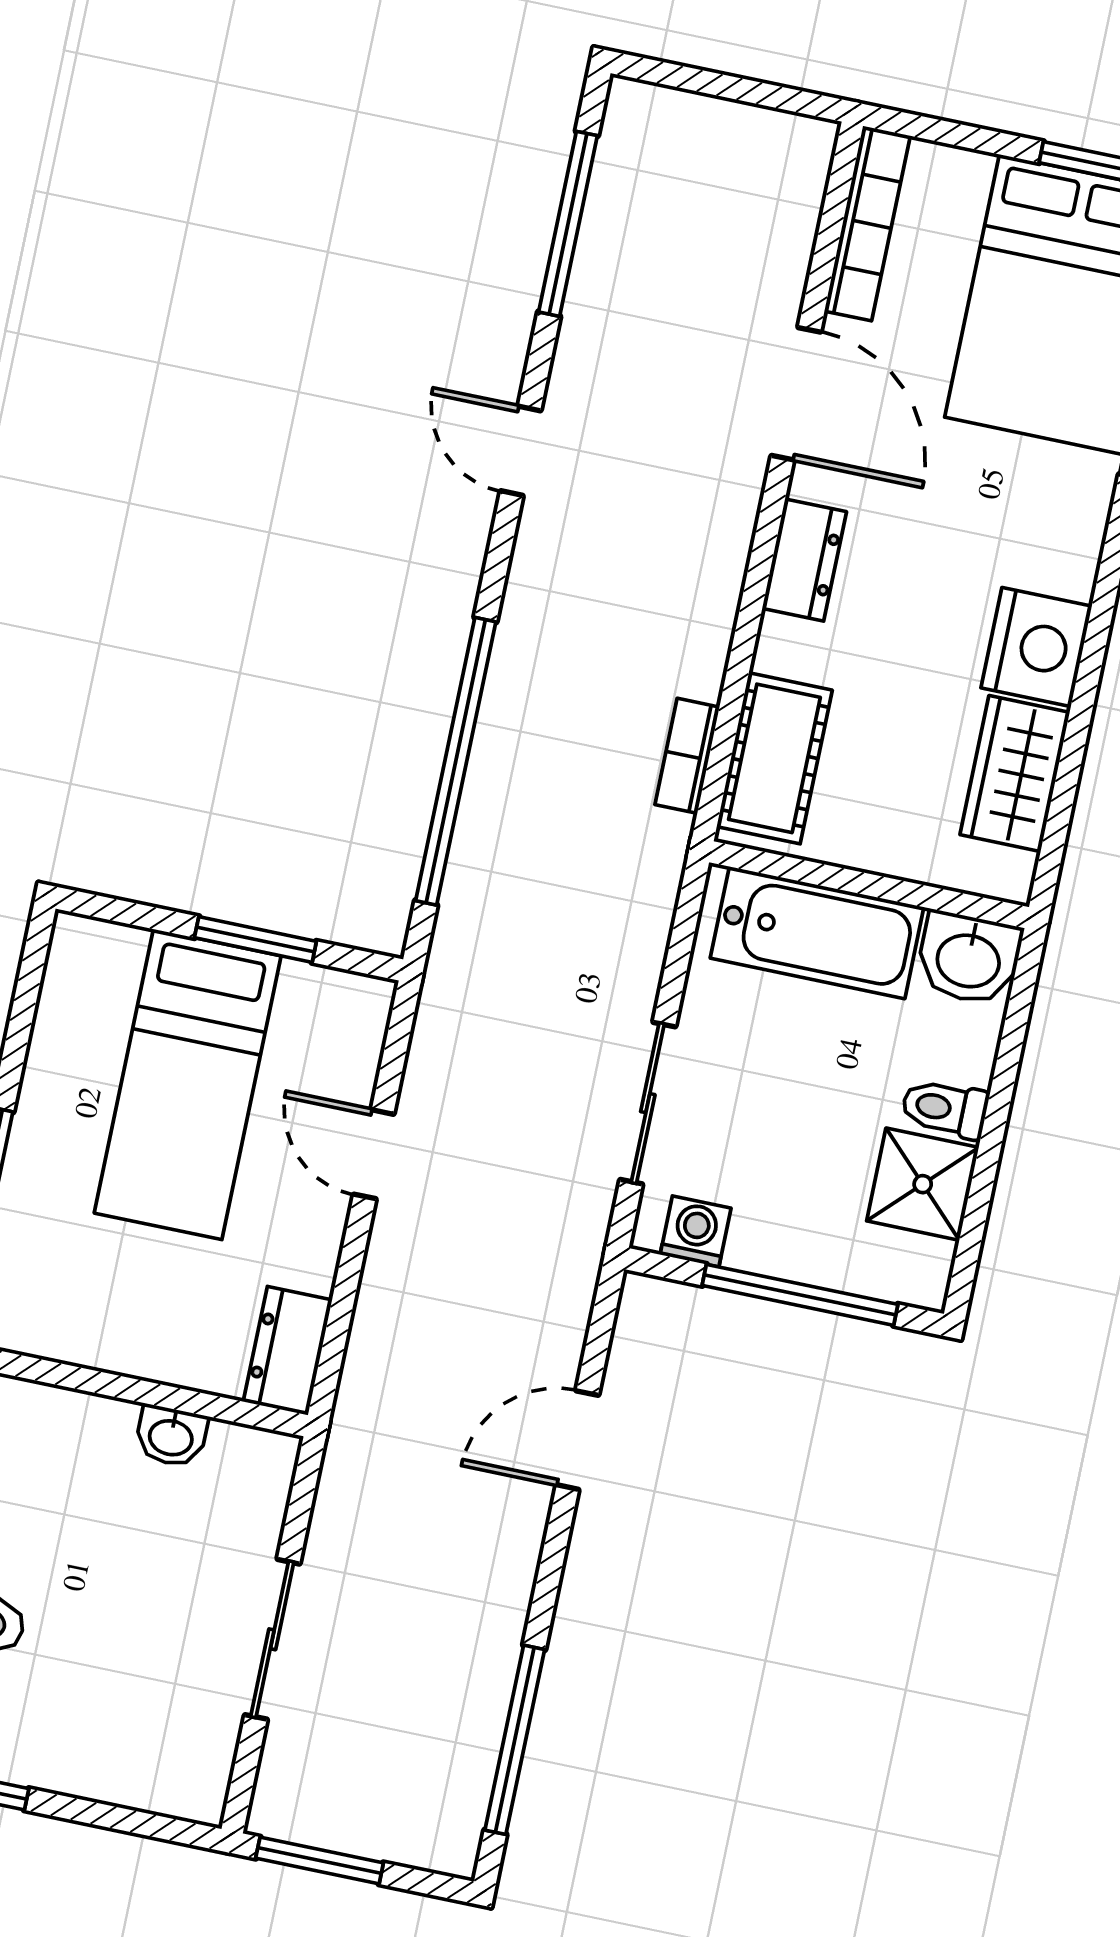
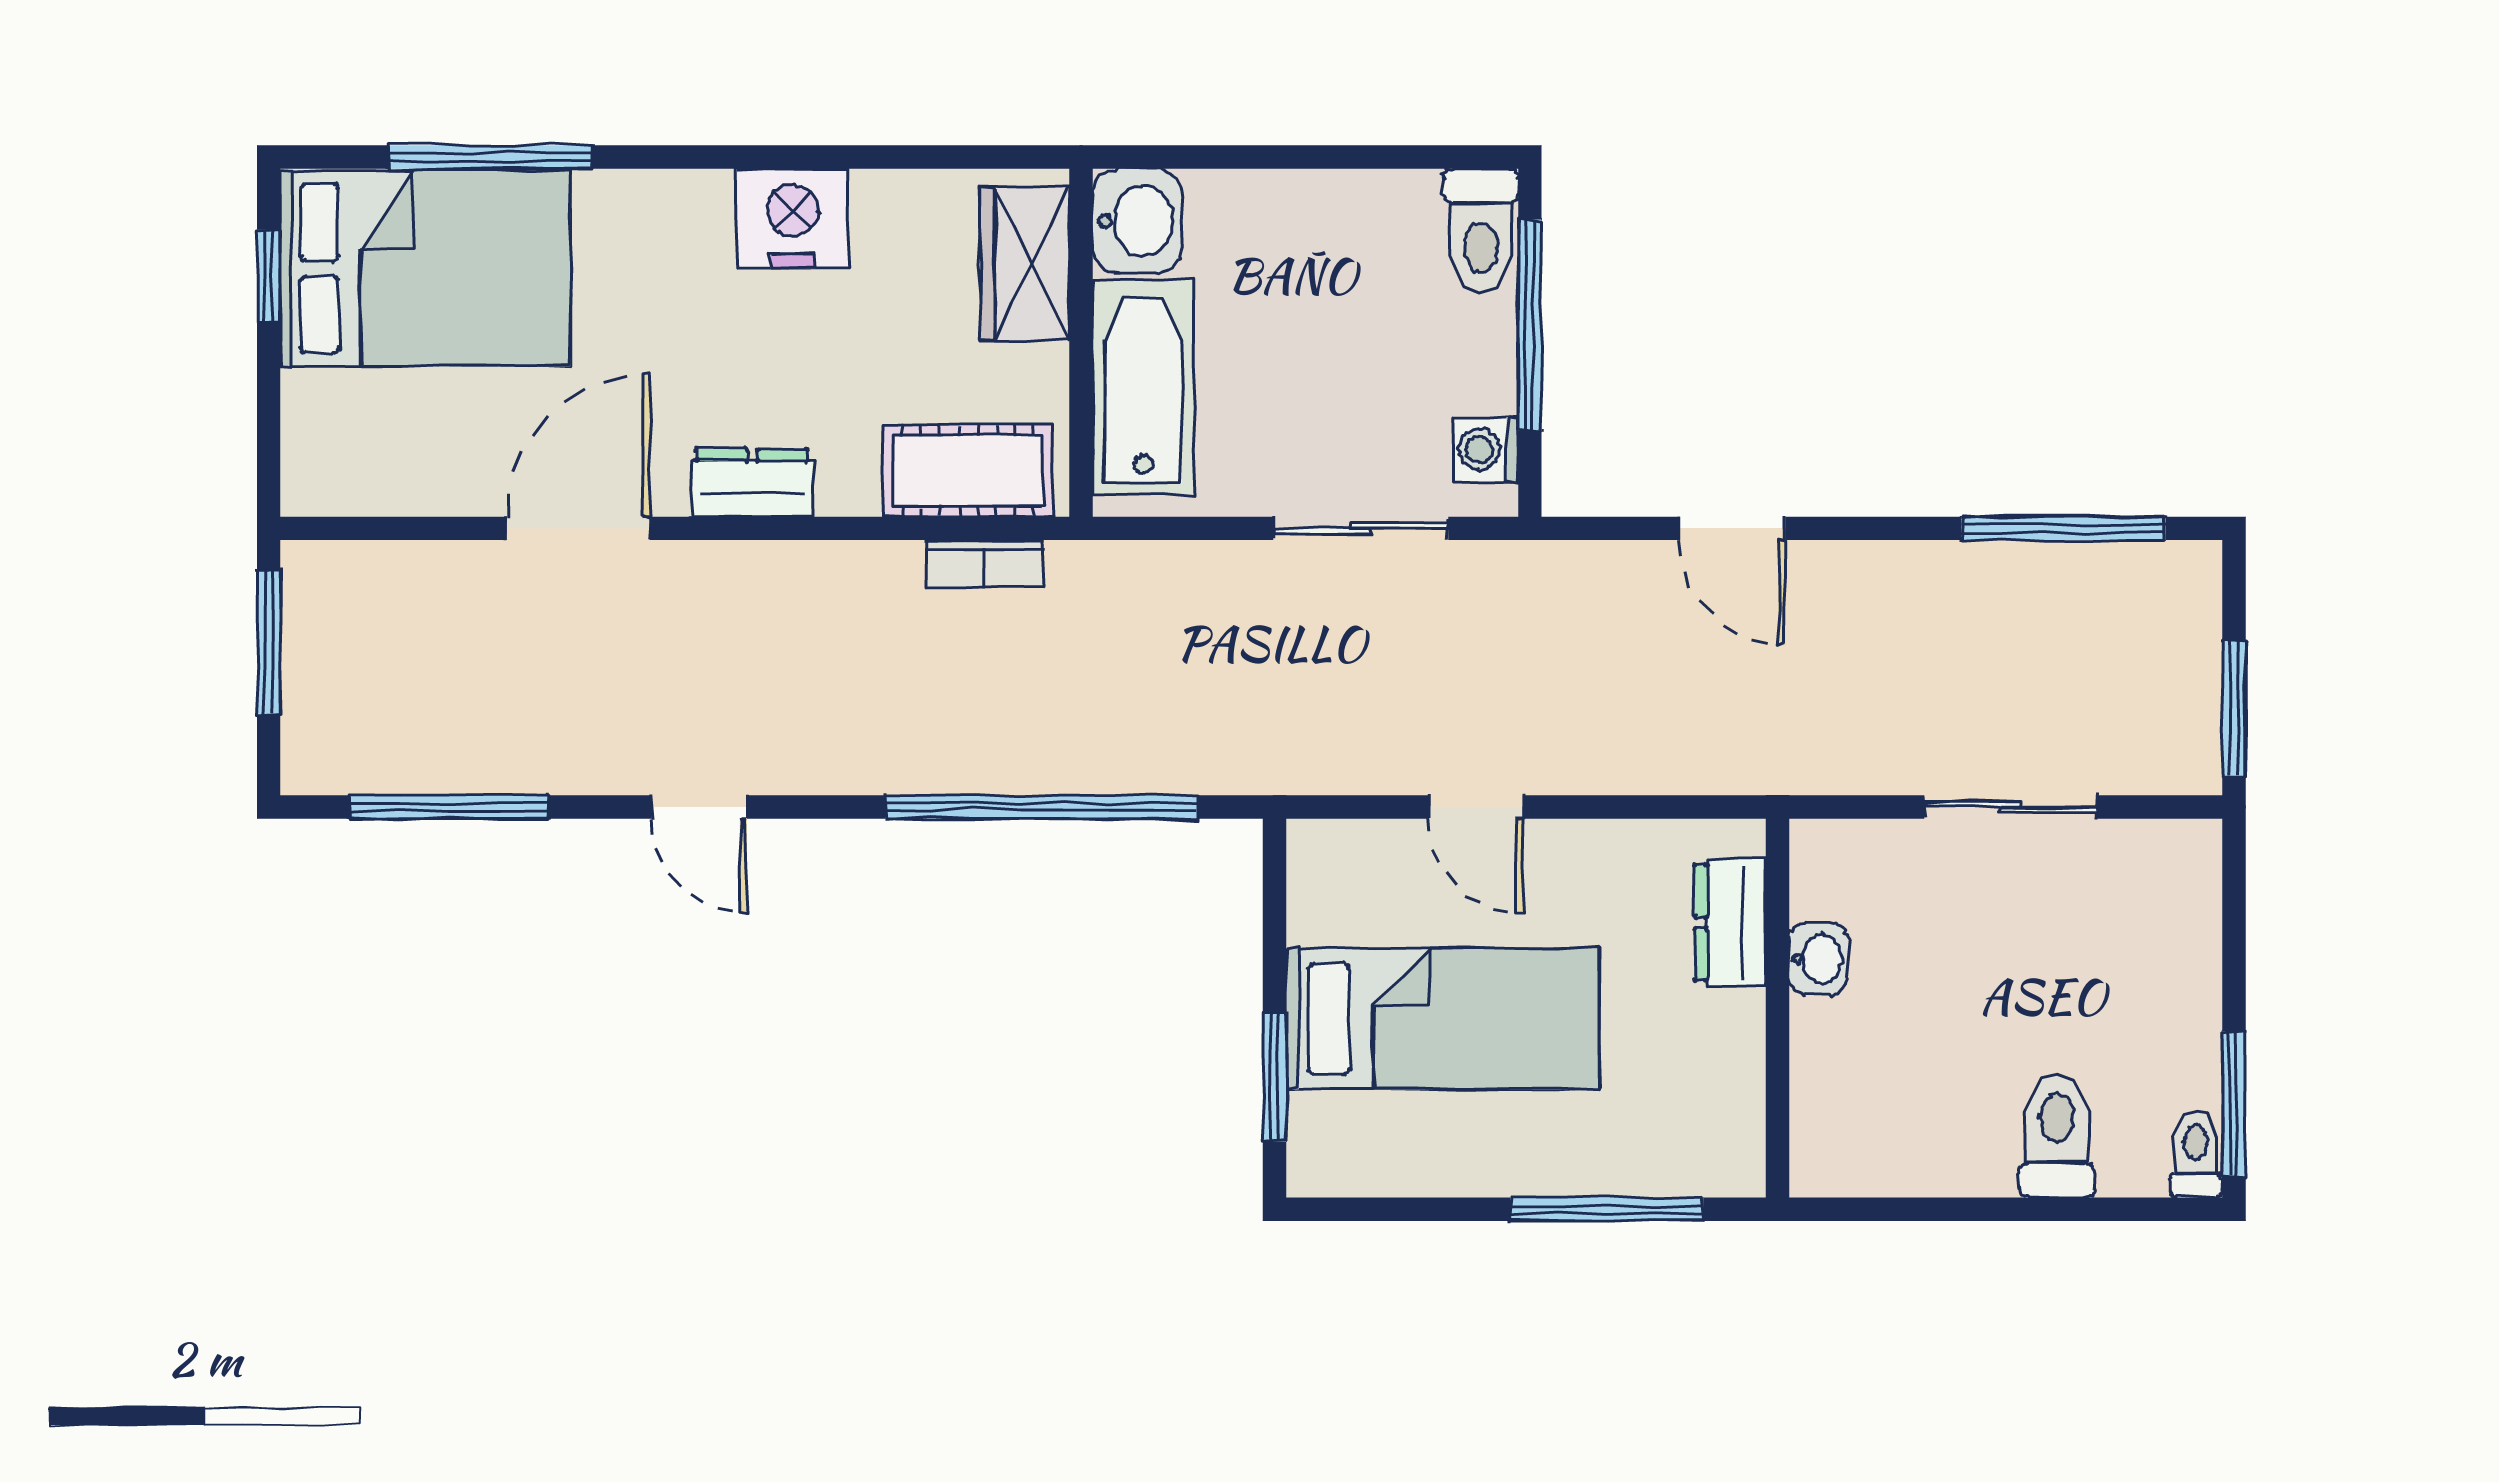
window: (751, 92) -> (269, 643), added
bookcase: (867, 223) -> (382, 491), removed
door: (521, 451) -> (699, 807), hinge flipped
wardrobe: (1015, 774) -> (1025, 264), moved, turned 90
window: (255, 939) -> (1275, 1076), moved
toilet: (945, 1109) -> (1481, 230), moved, width x1.37, depth x1.39
door: (374, 1154) -> (1475, 807), hinge flipped
shower: (923, 1184) -> (1386, 220), removed
dresser: (288, 1351) -> (1730, 923), moved, turned 90

